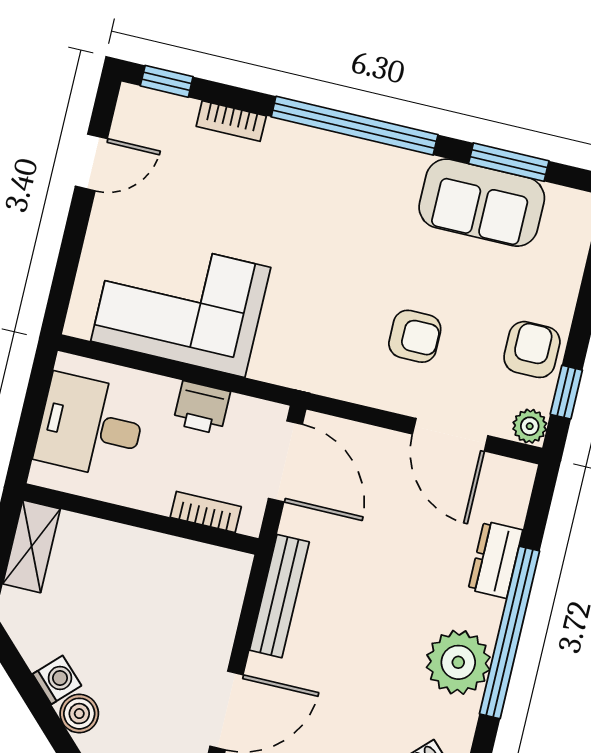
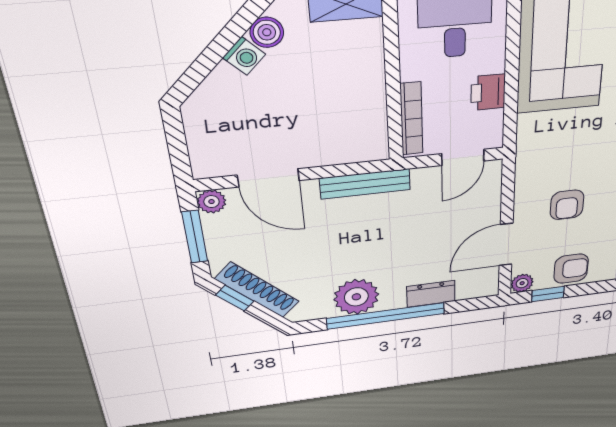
door: (285, 461) -> (463, 157), width x0.73
bookcase: (206, 512) -> (412, 119), width x1.56
boiler: (79, 714) -> (267, 32), moved

